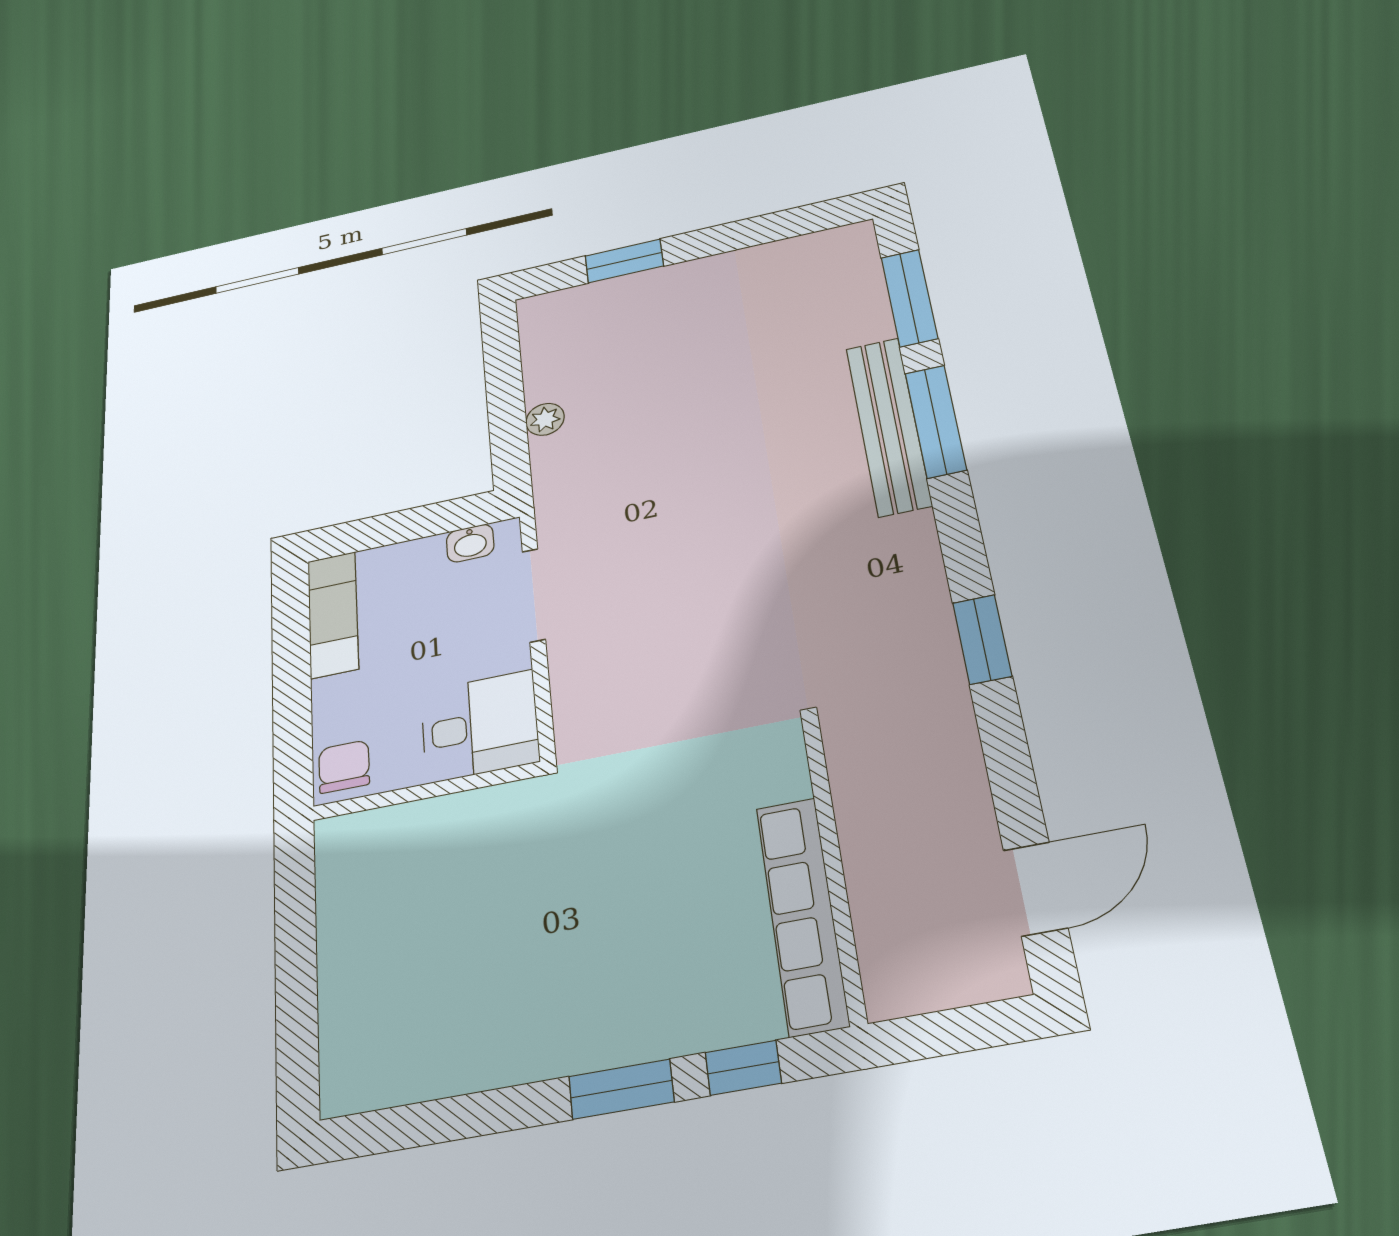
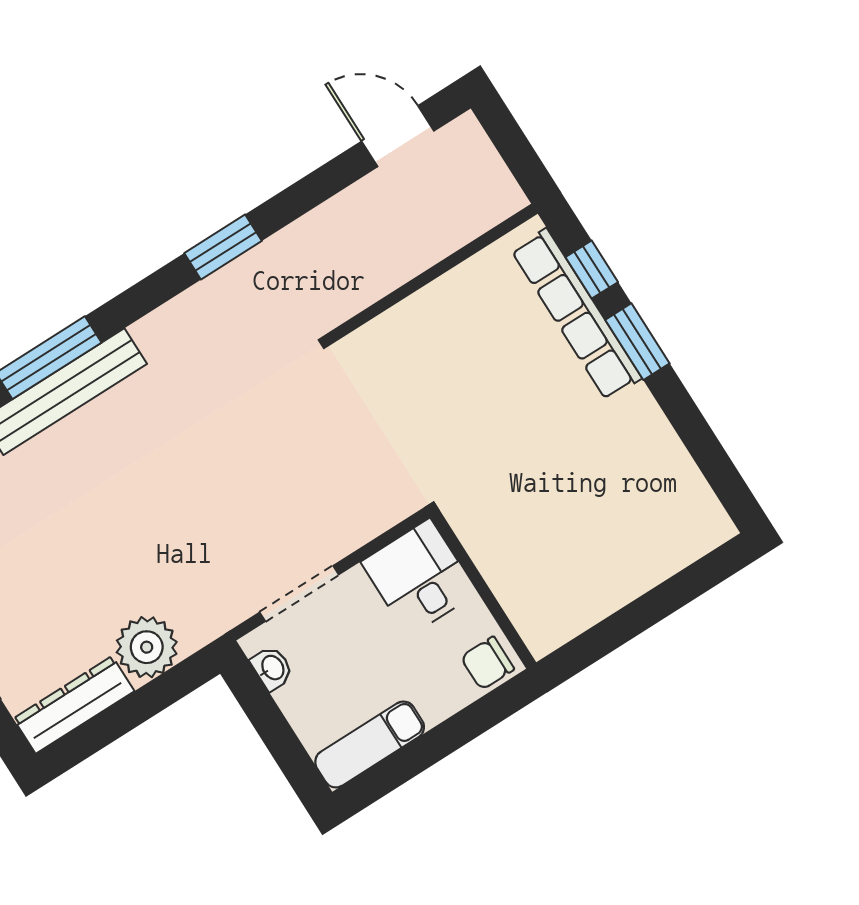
dresser: (544, 346) -> (74, 705), added
plant: (545, 419) -> (147, 647), width x1.87, depth x1.87
row of seats: (802, 915) -> (576, 314), moved, turned 90

